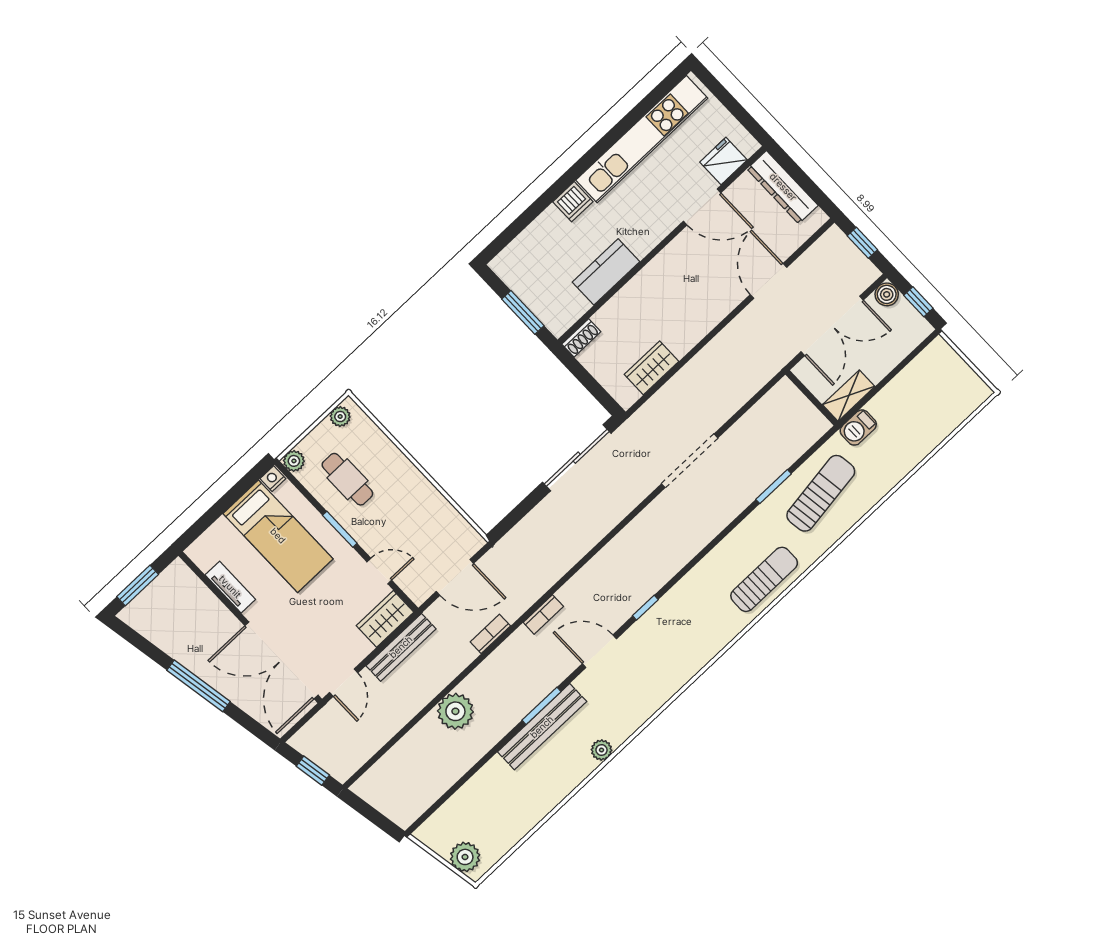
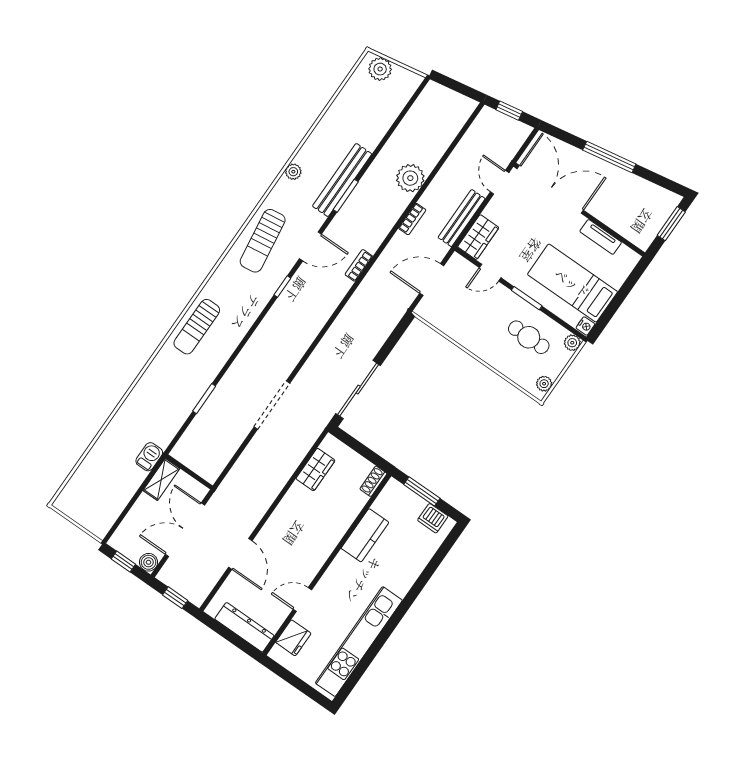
dishwasher: (573, 202) -> (433, 518), moved, turned -90
door: (702, 207) -> (302, 600), width x0.73
sun lounger: (821, 493) -> (263, 241), moved
bookcase: (490, 634) -> (412, 219), moved

